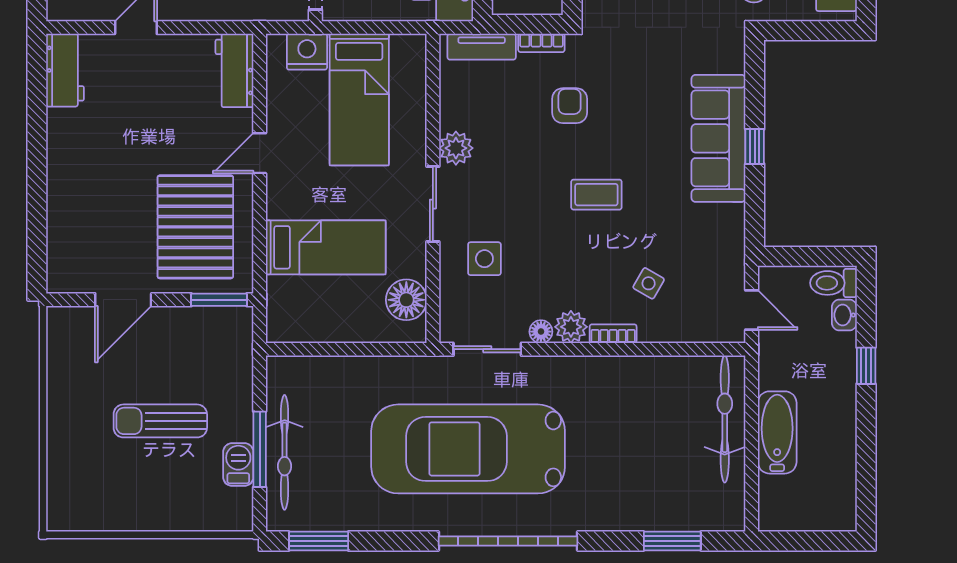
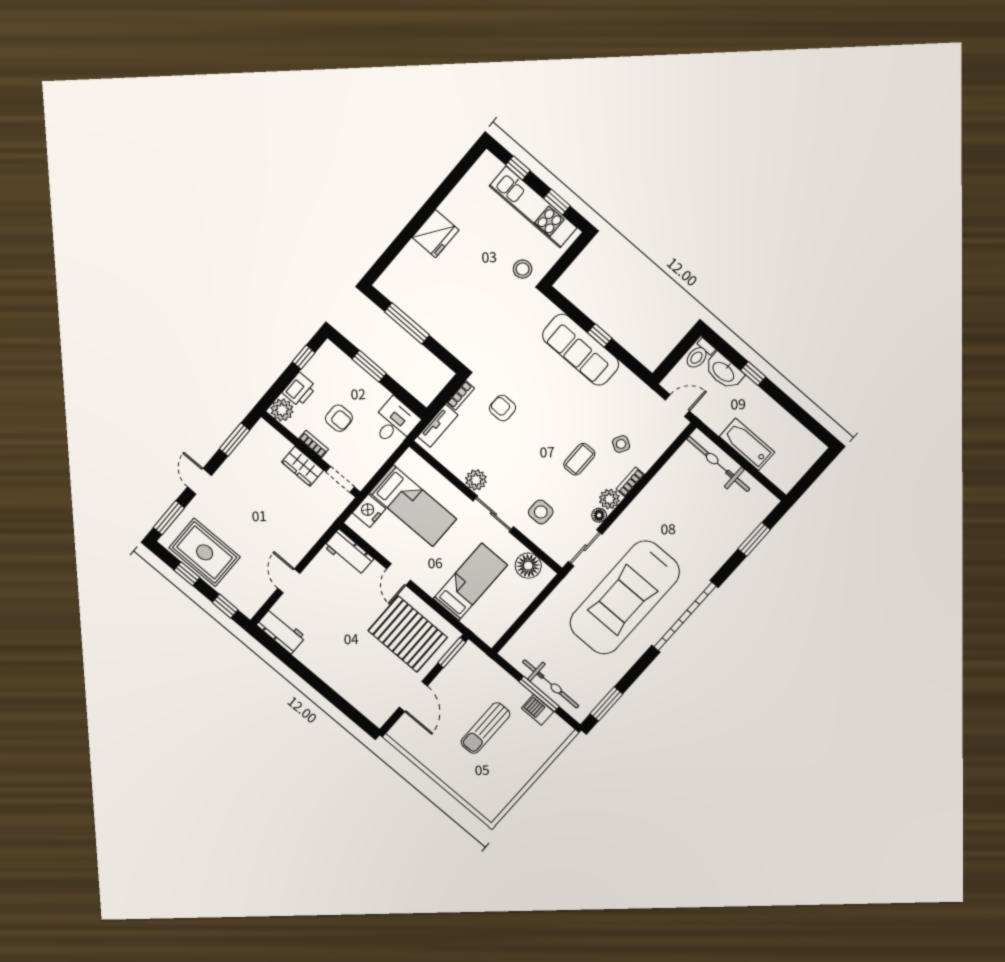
coffee table: (596, 195) -> (579, 459), moved
washbasin: (844, 315) -> (724, 371), width x1.91, depth x1.45

